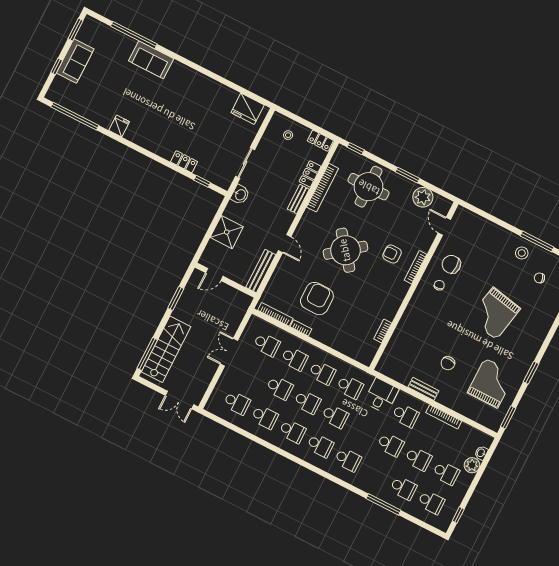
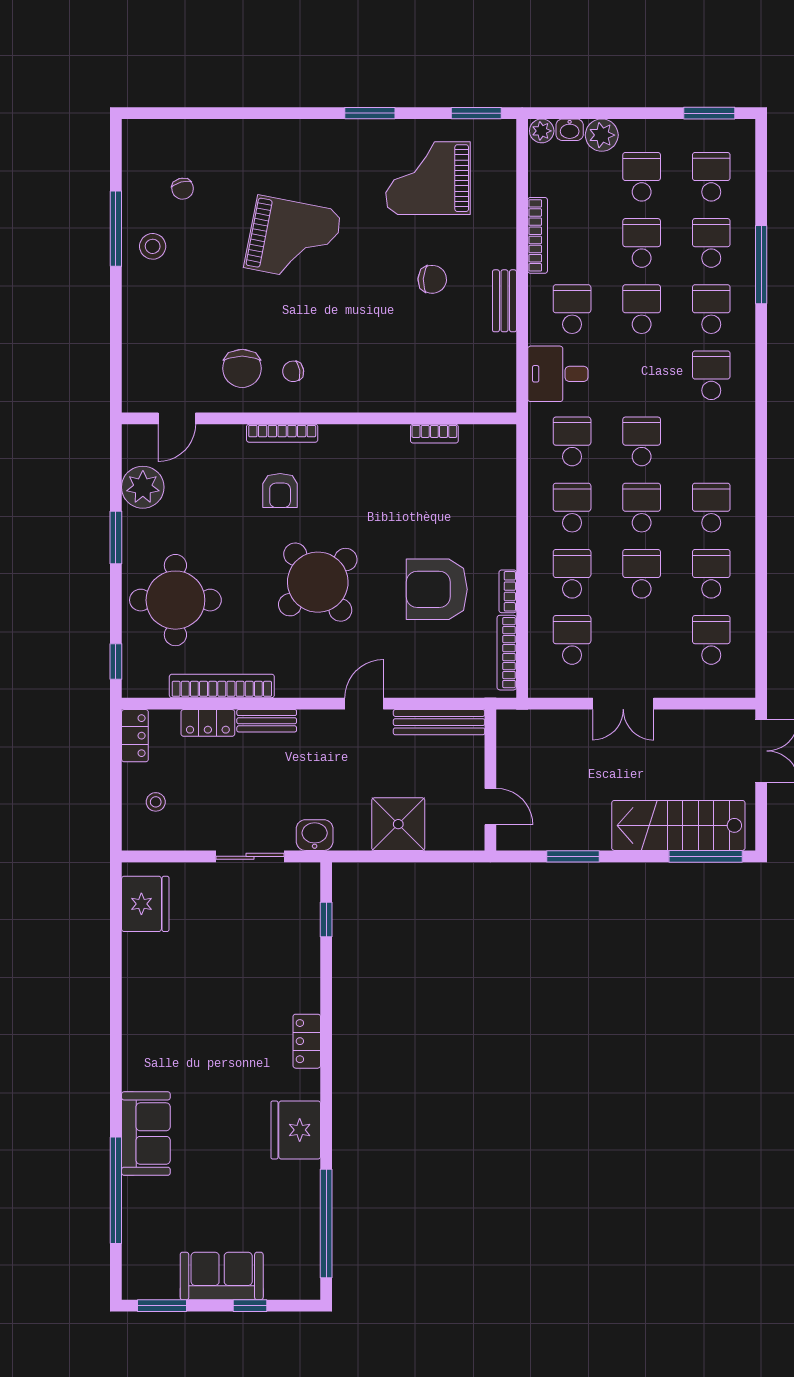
fridge: (119, 126) -> (296, 1130), width x1.88, depth x1.34
locker: (184, 162) -> (307, 1041), moved
plant: (487, 441) -> (542, 131), added
school desk: (320, 445) -> (711, 309), moved
window: (458, 515) -> (709, 113), width x1.50

